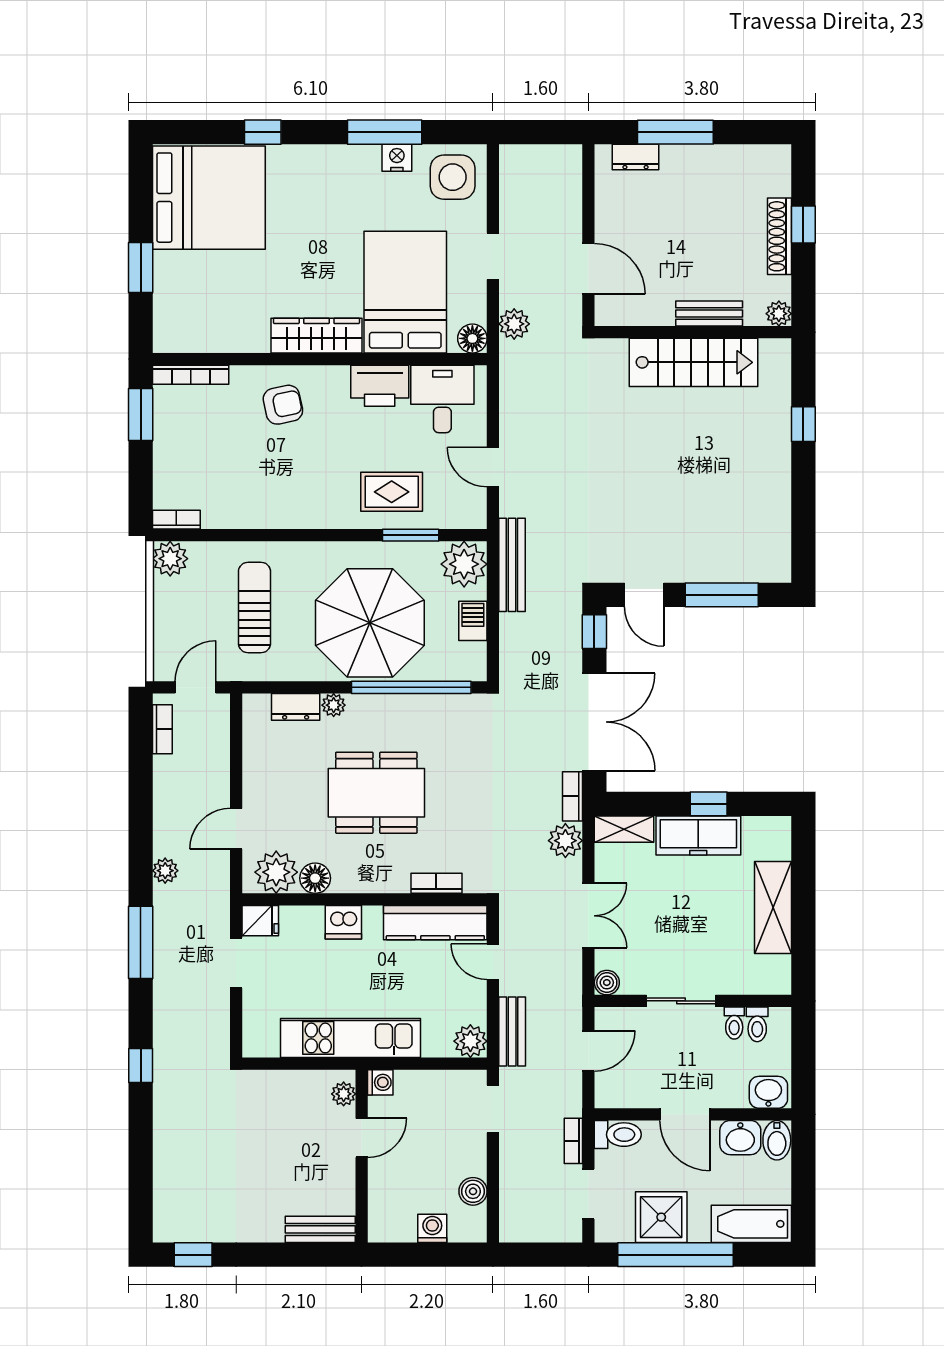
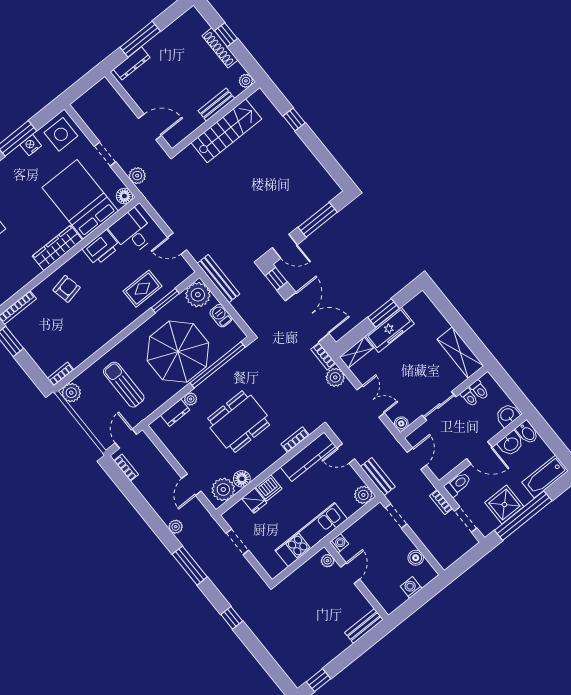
dresser: (636, 157) -> (132, 63), width x1.44
window: (709, 804) -> (383, 313), width x1.50
shelving: (773, 907) -> (460, 353), moved
fridge: (260, 921) -> (254, 501), moved, turned 90

